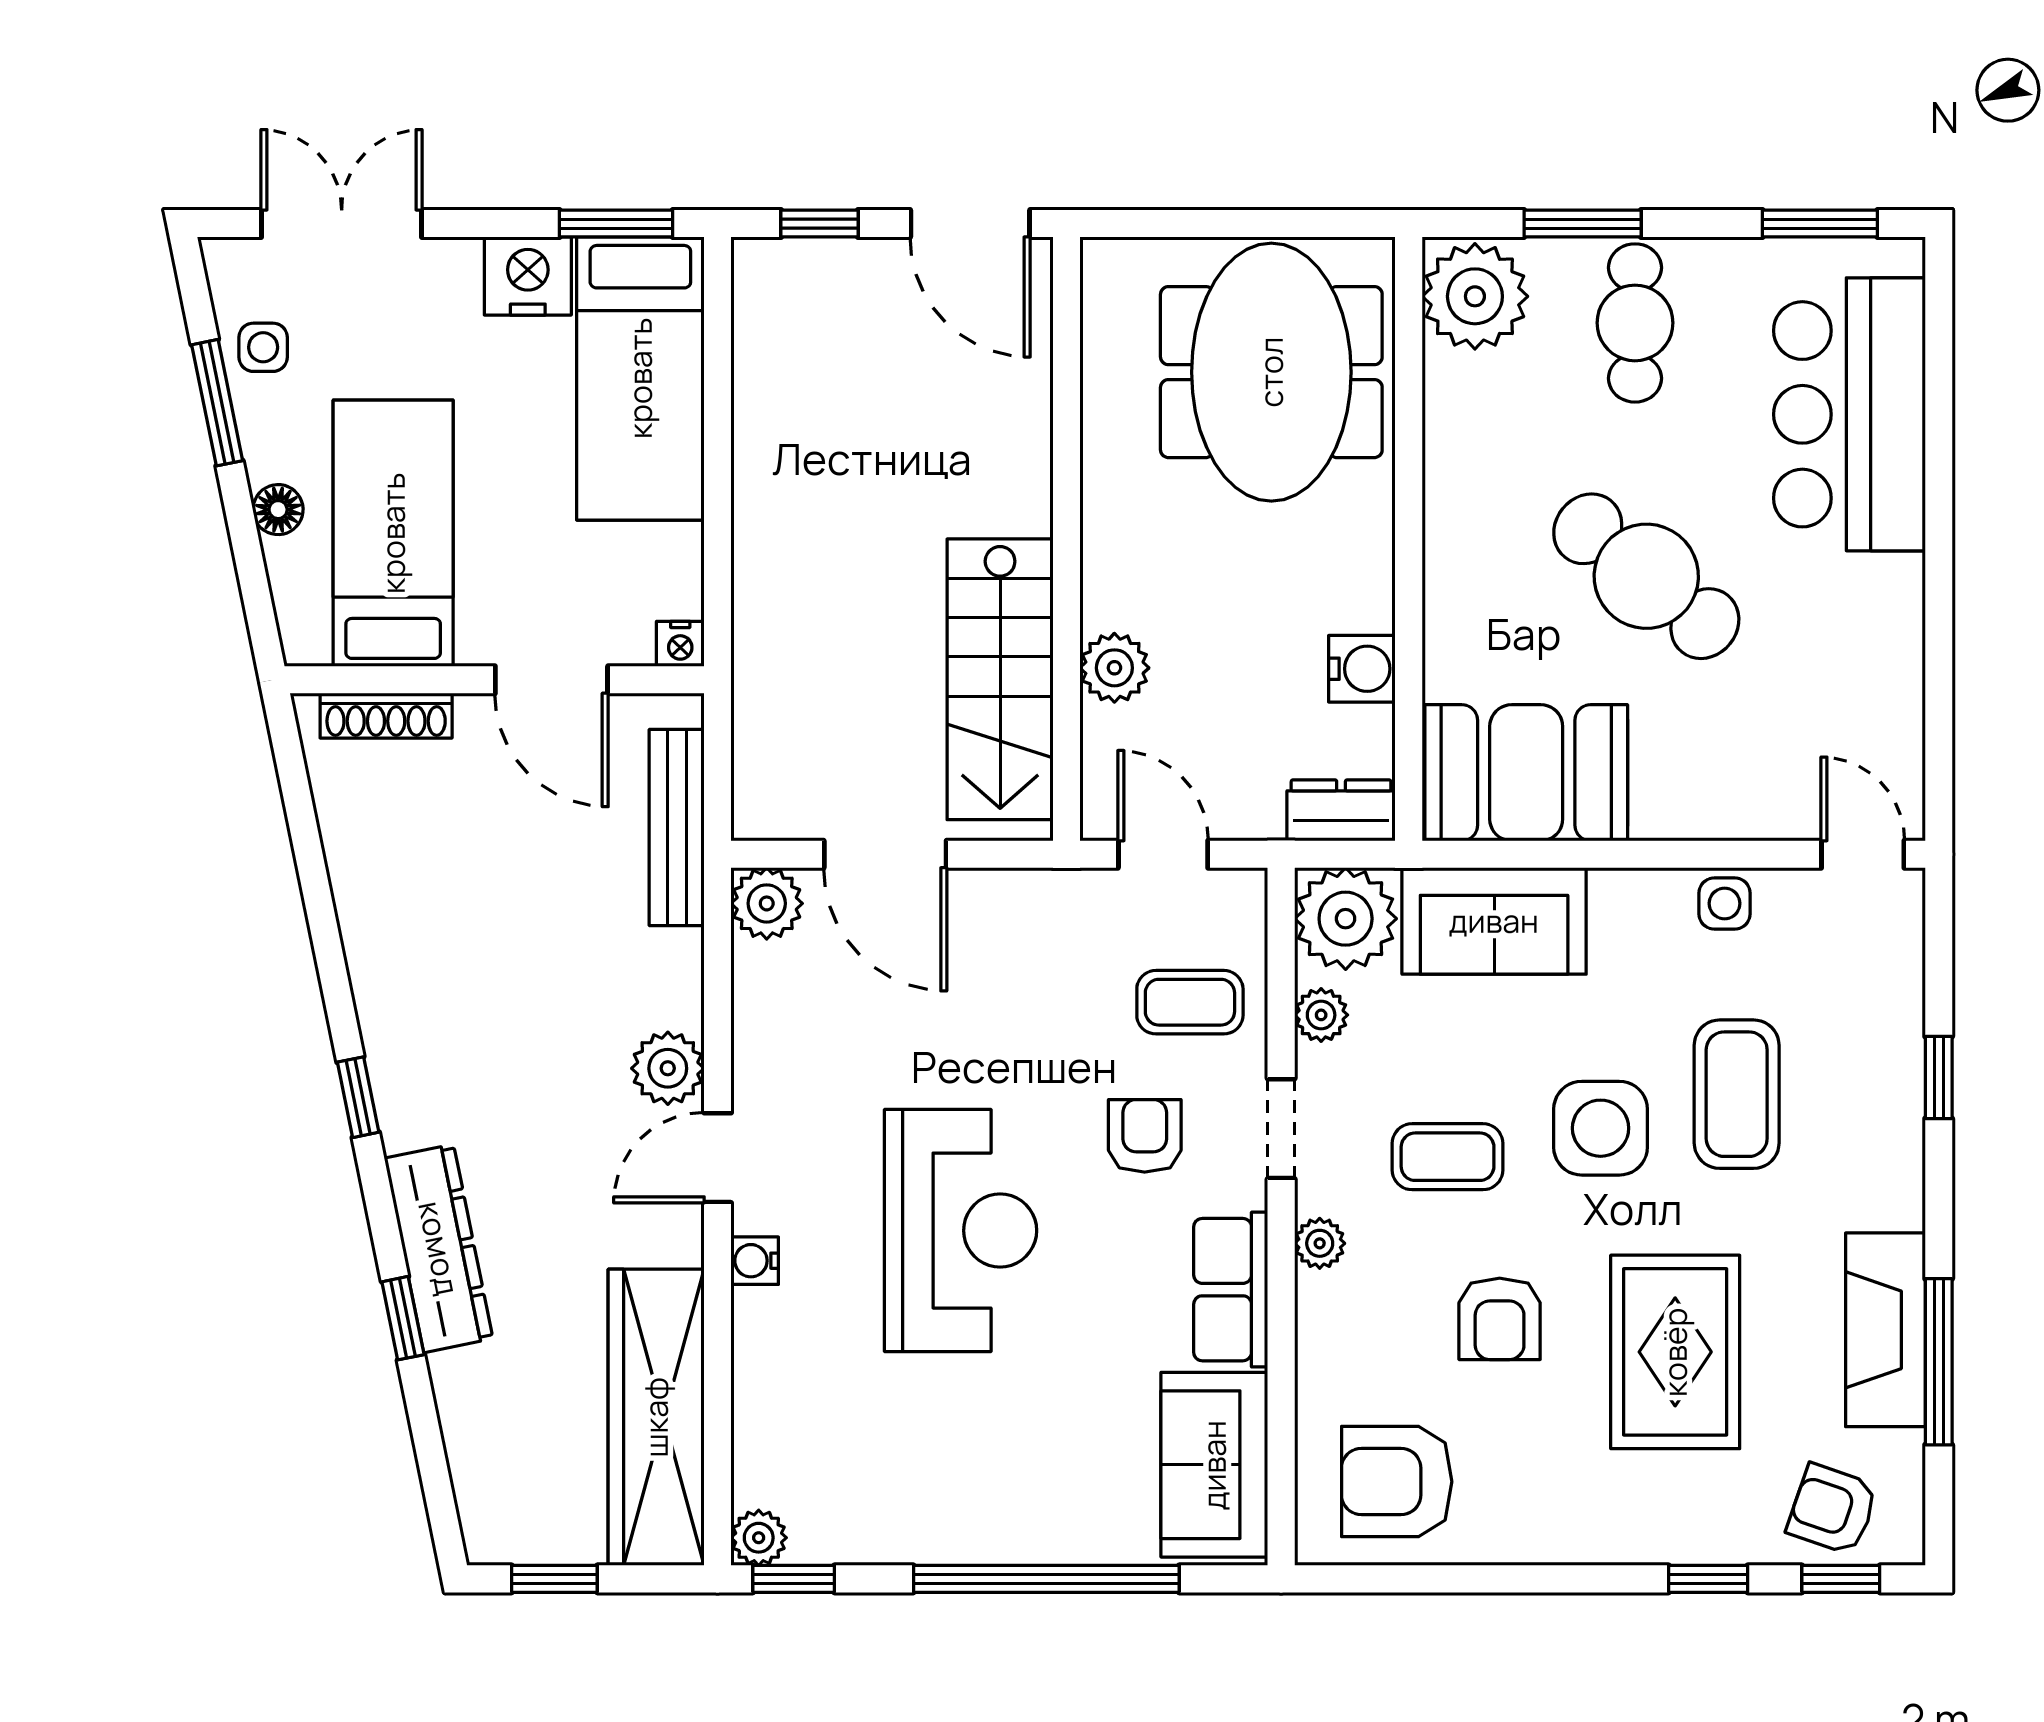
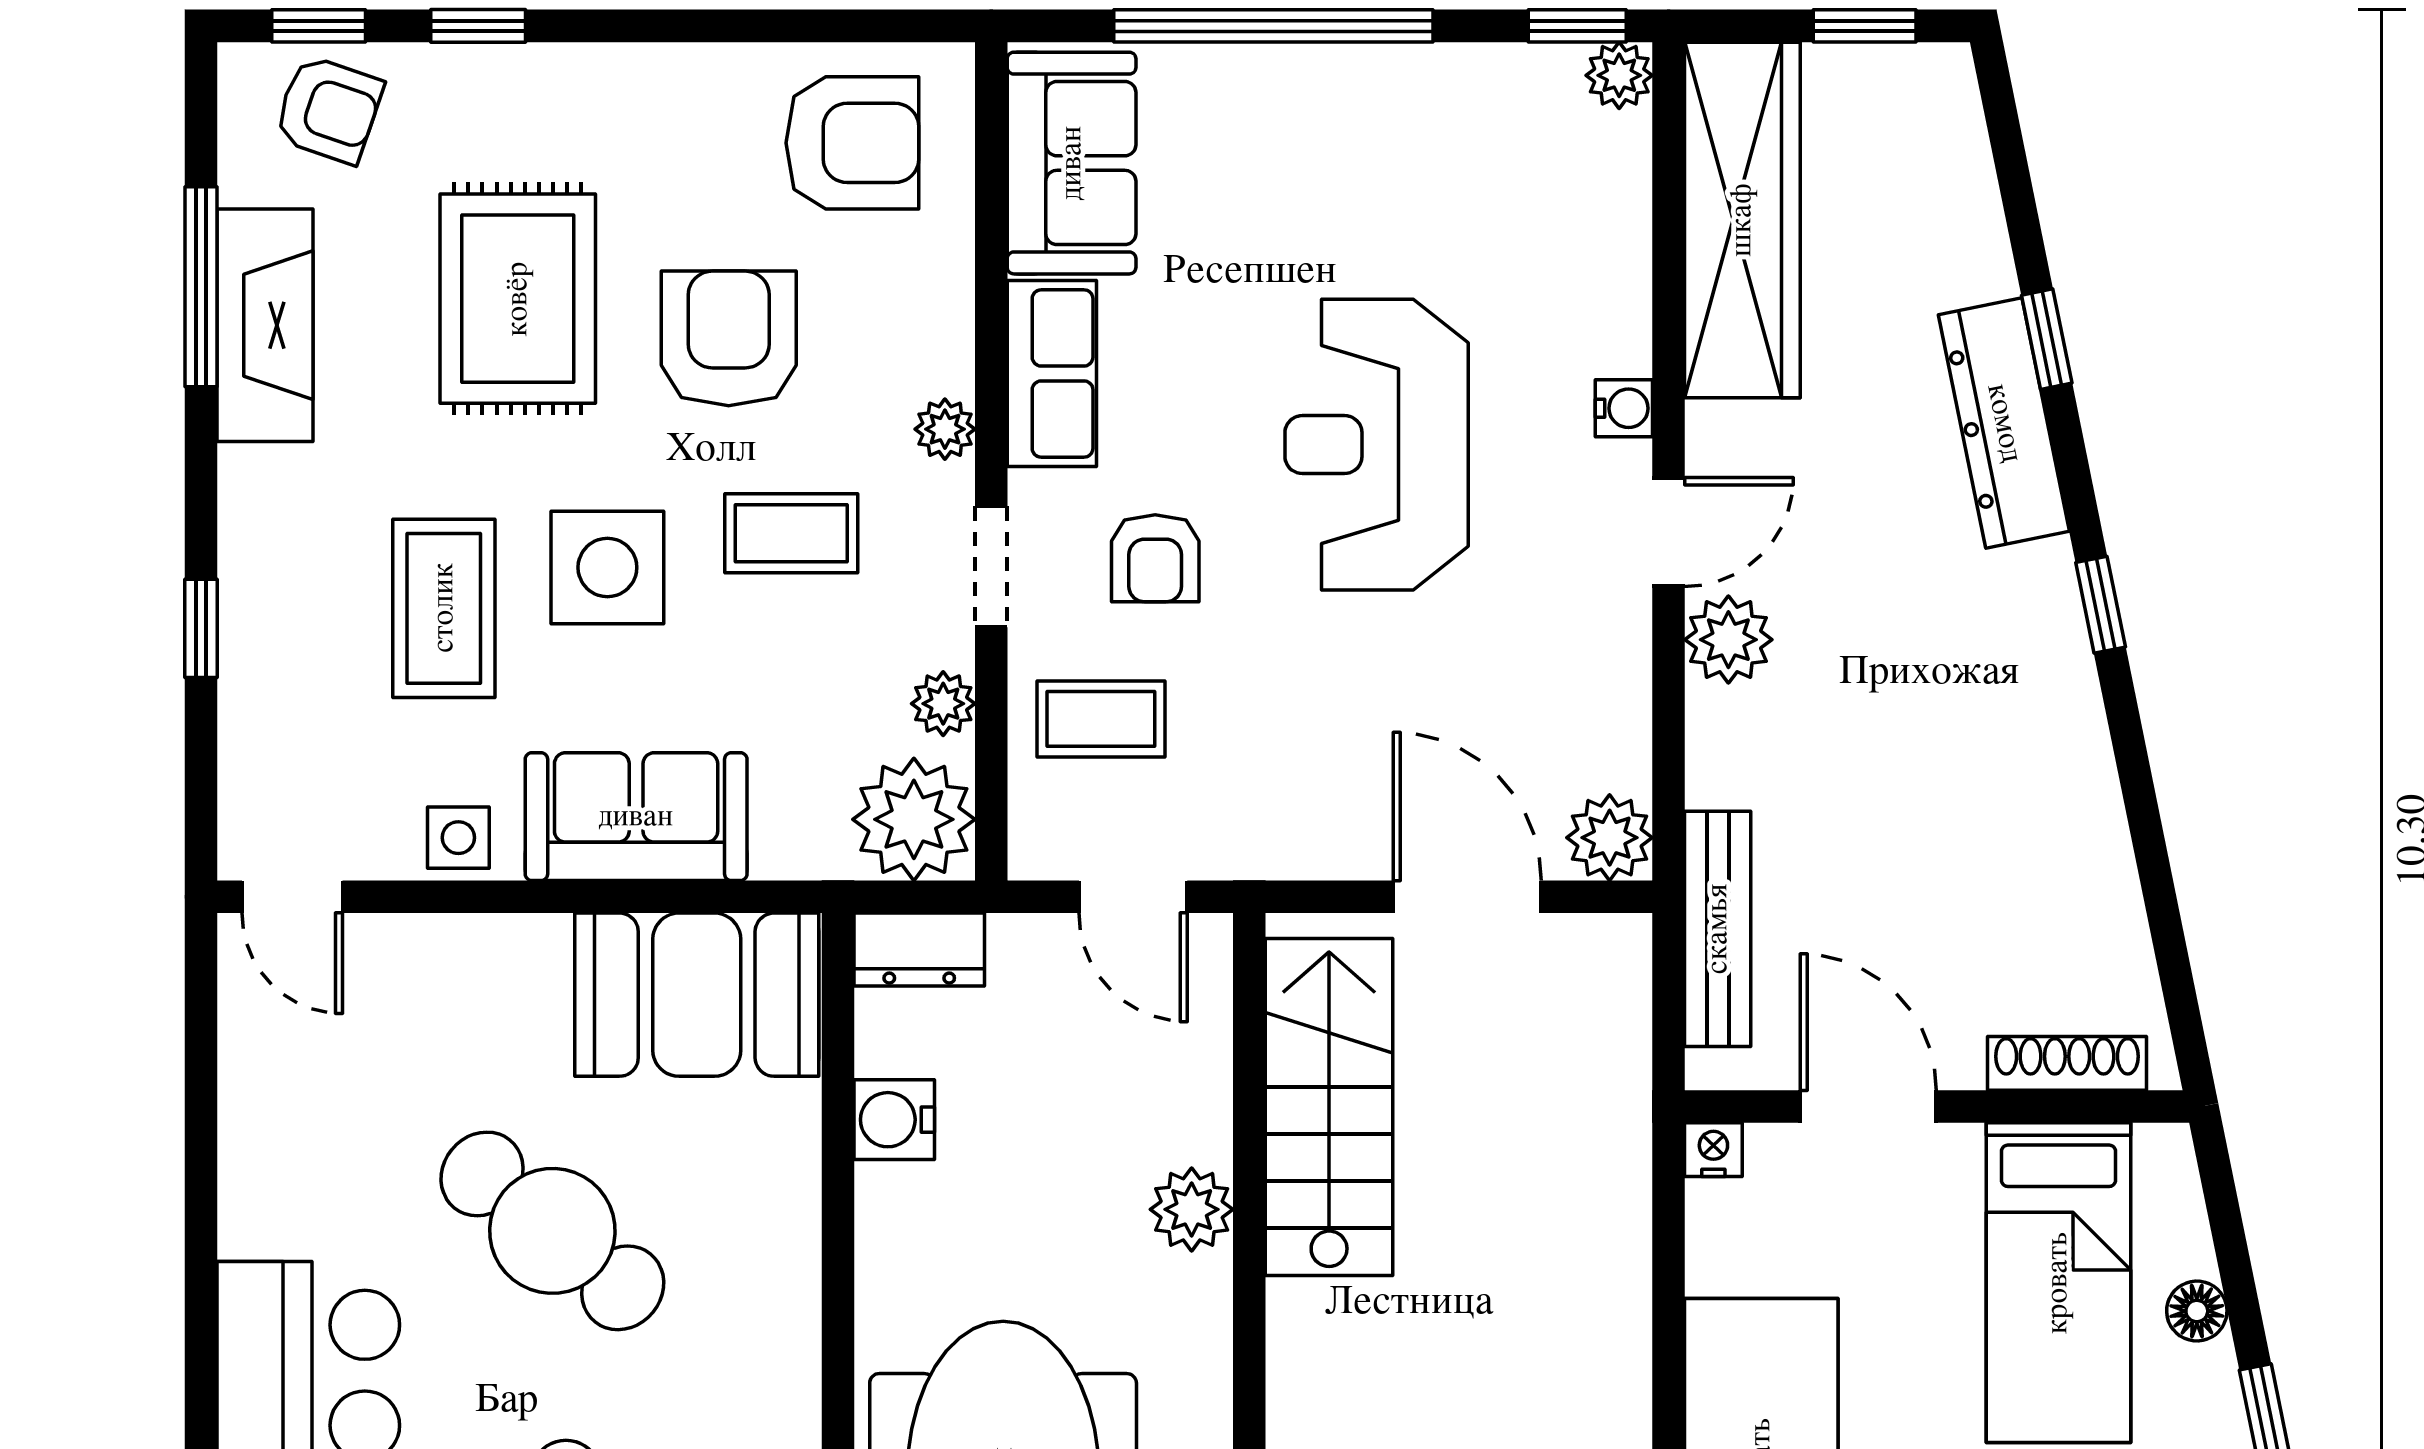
plant: (1114, 668) -> (1192, 1209), moved
sofa: (1494, 921) -> (636, 817), moved
armchair: (1500, 1319) -> (729, 338), width x1.38, depth x1.38

